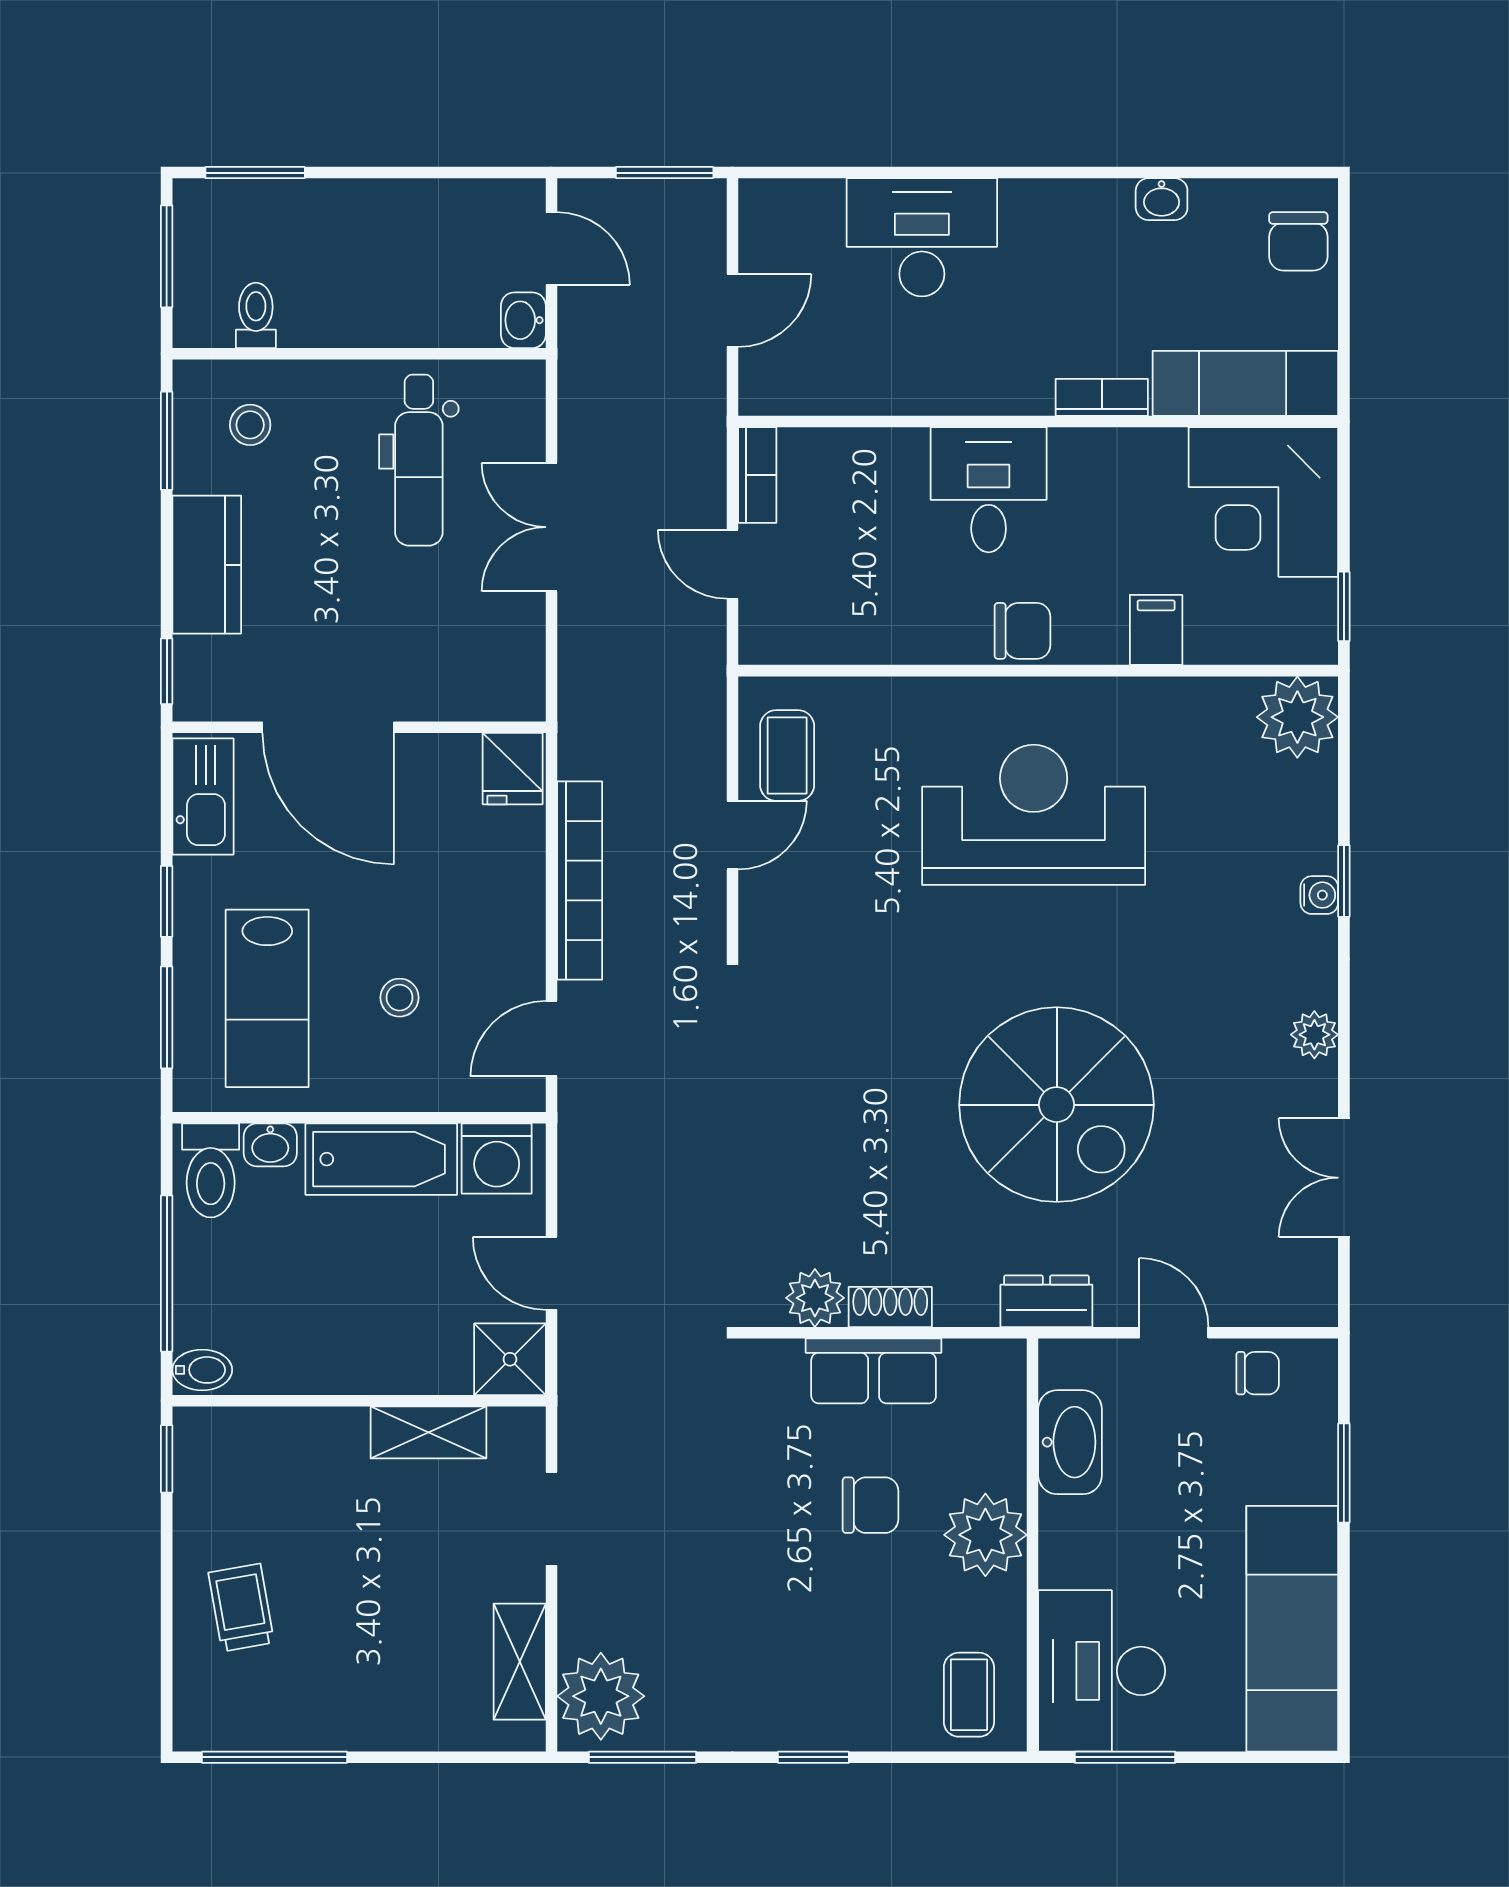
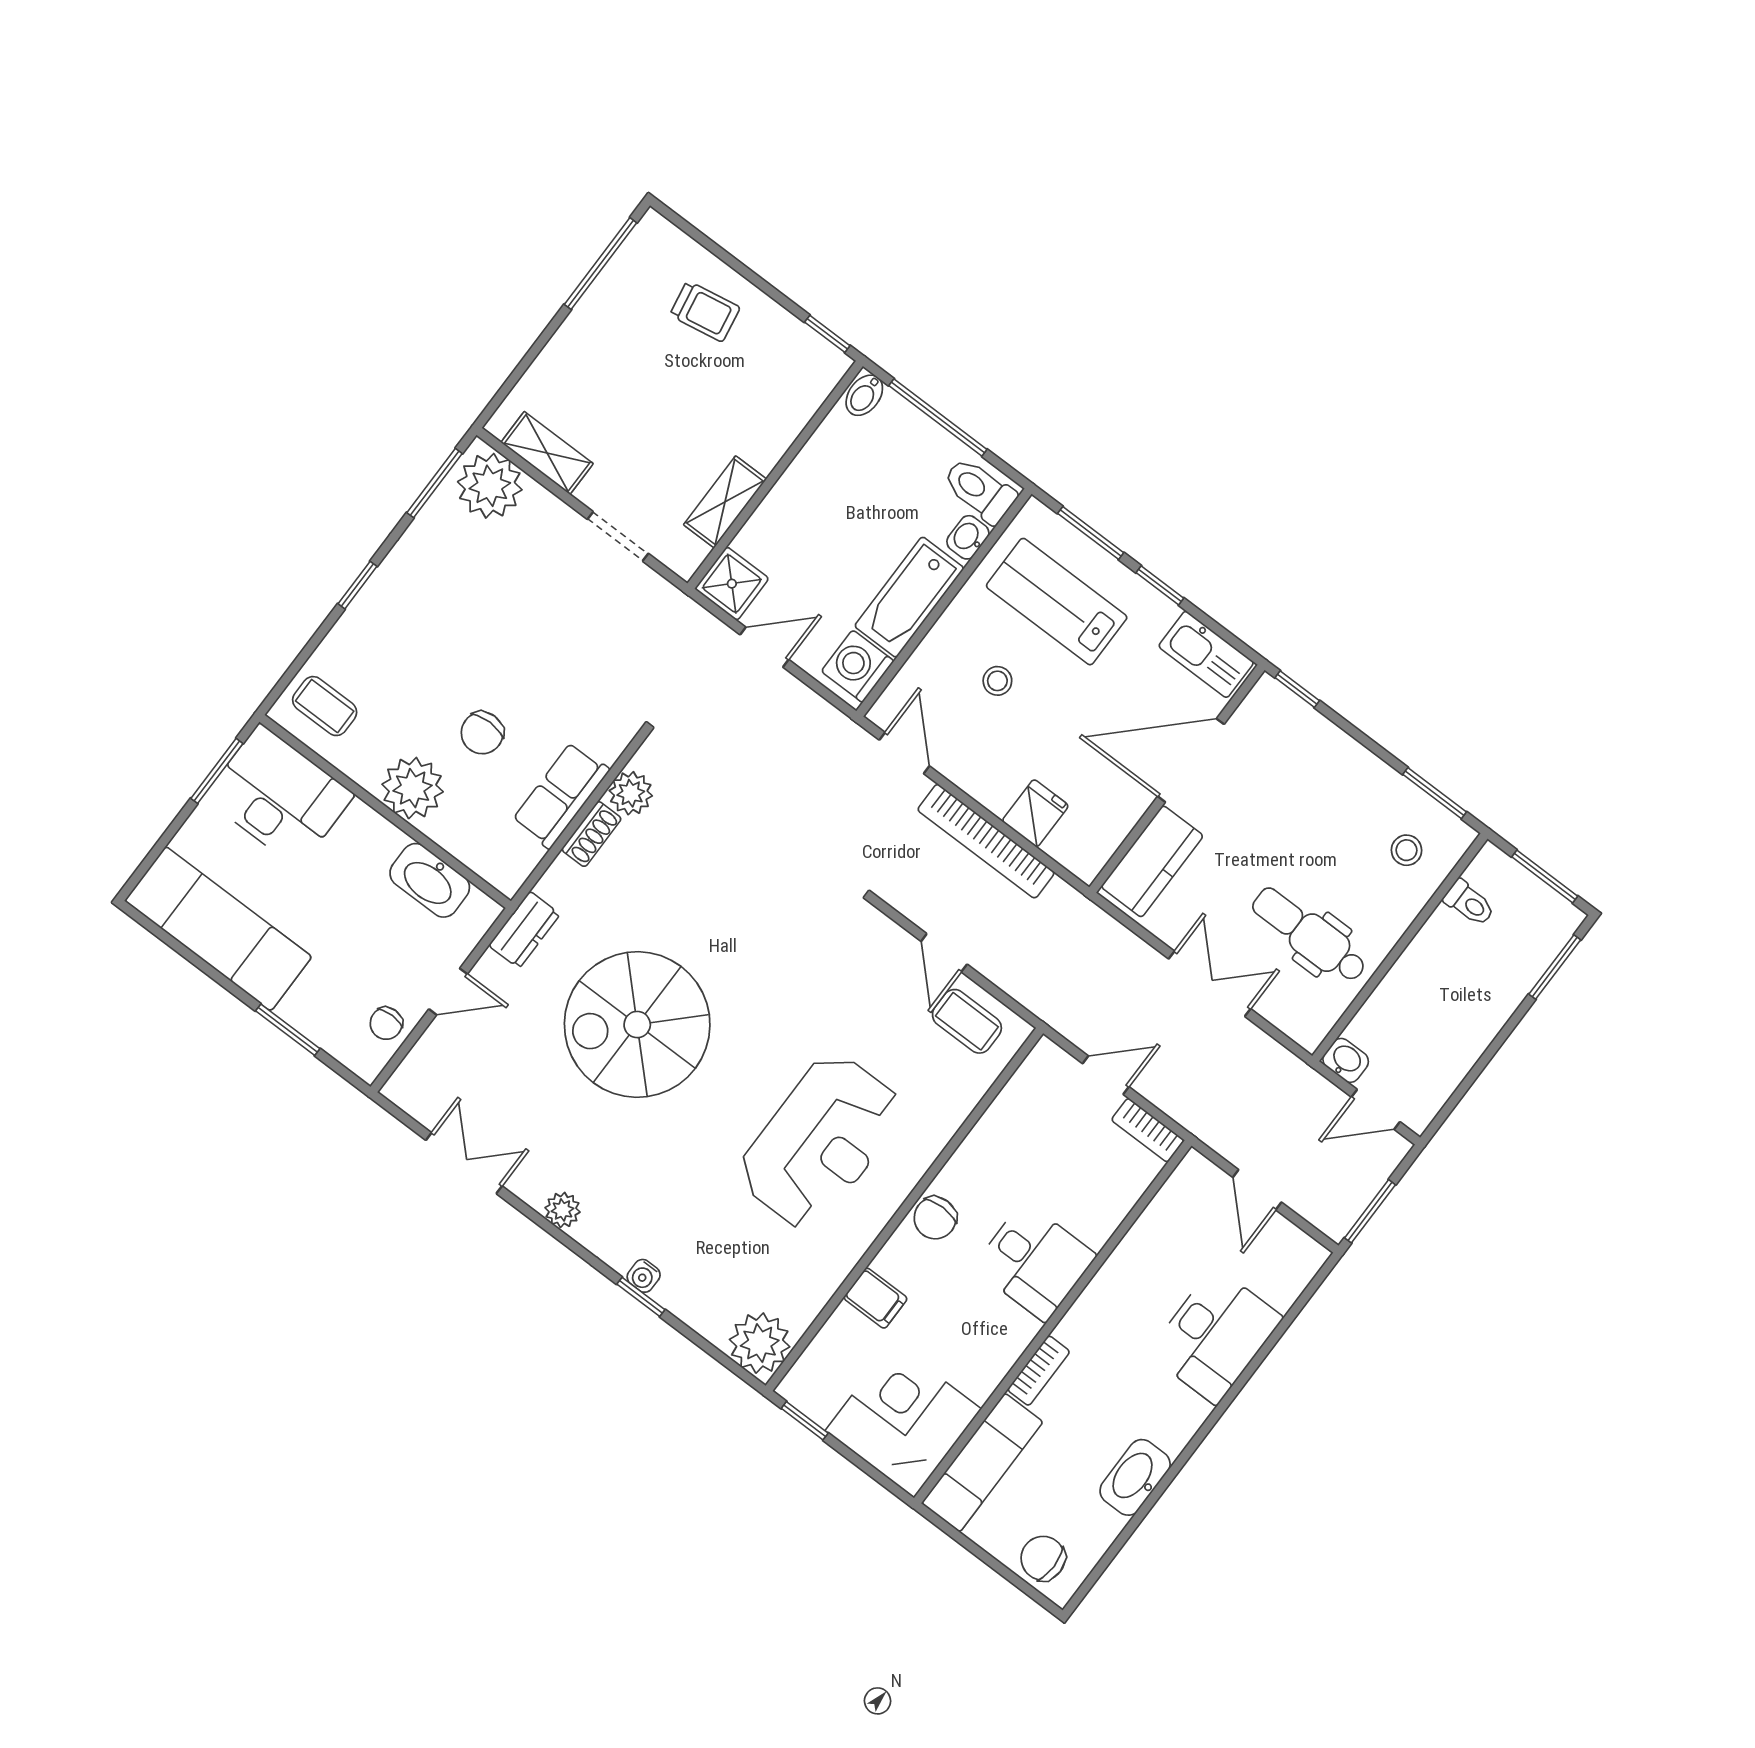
washbasin: (1162, 199) -> (1135, 1477), width x1.91, depth x1.45
kitchen counter: (207, 565) -> (1152, 861), moved, turned -90
fridge: (513, 769) -> (1035, 813), moved, turned 90

